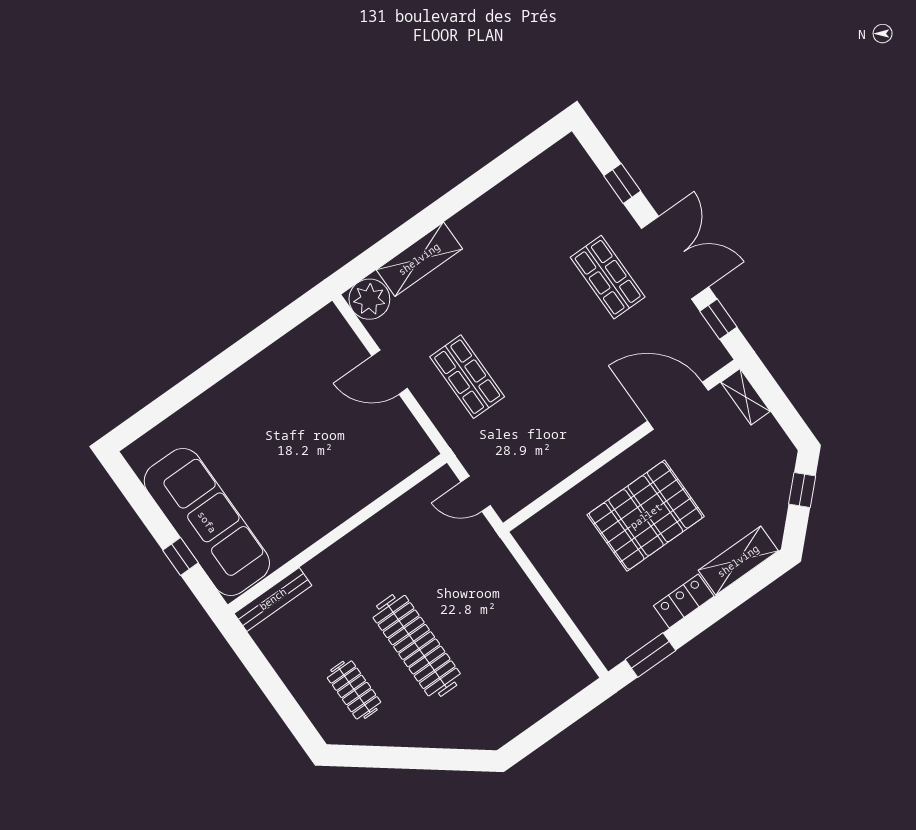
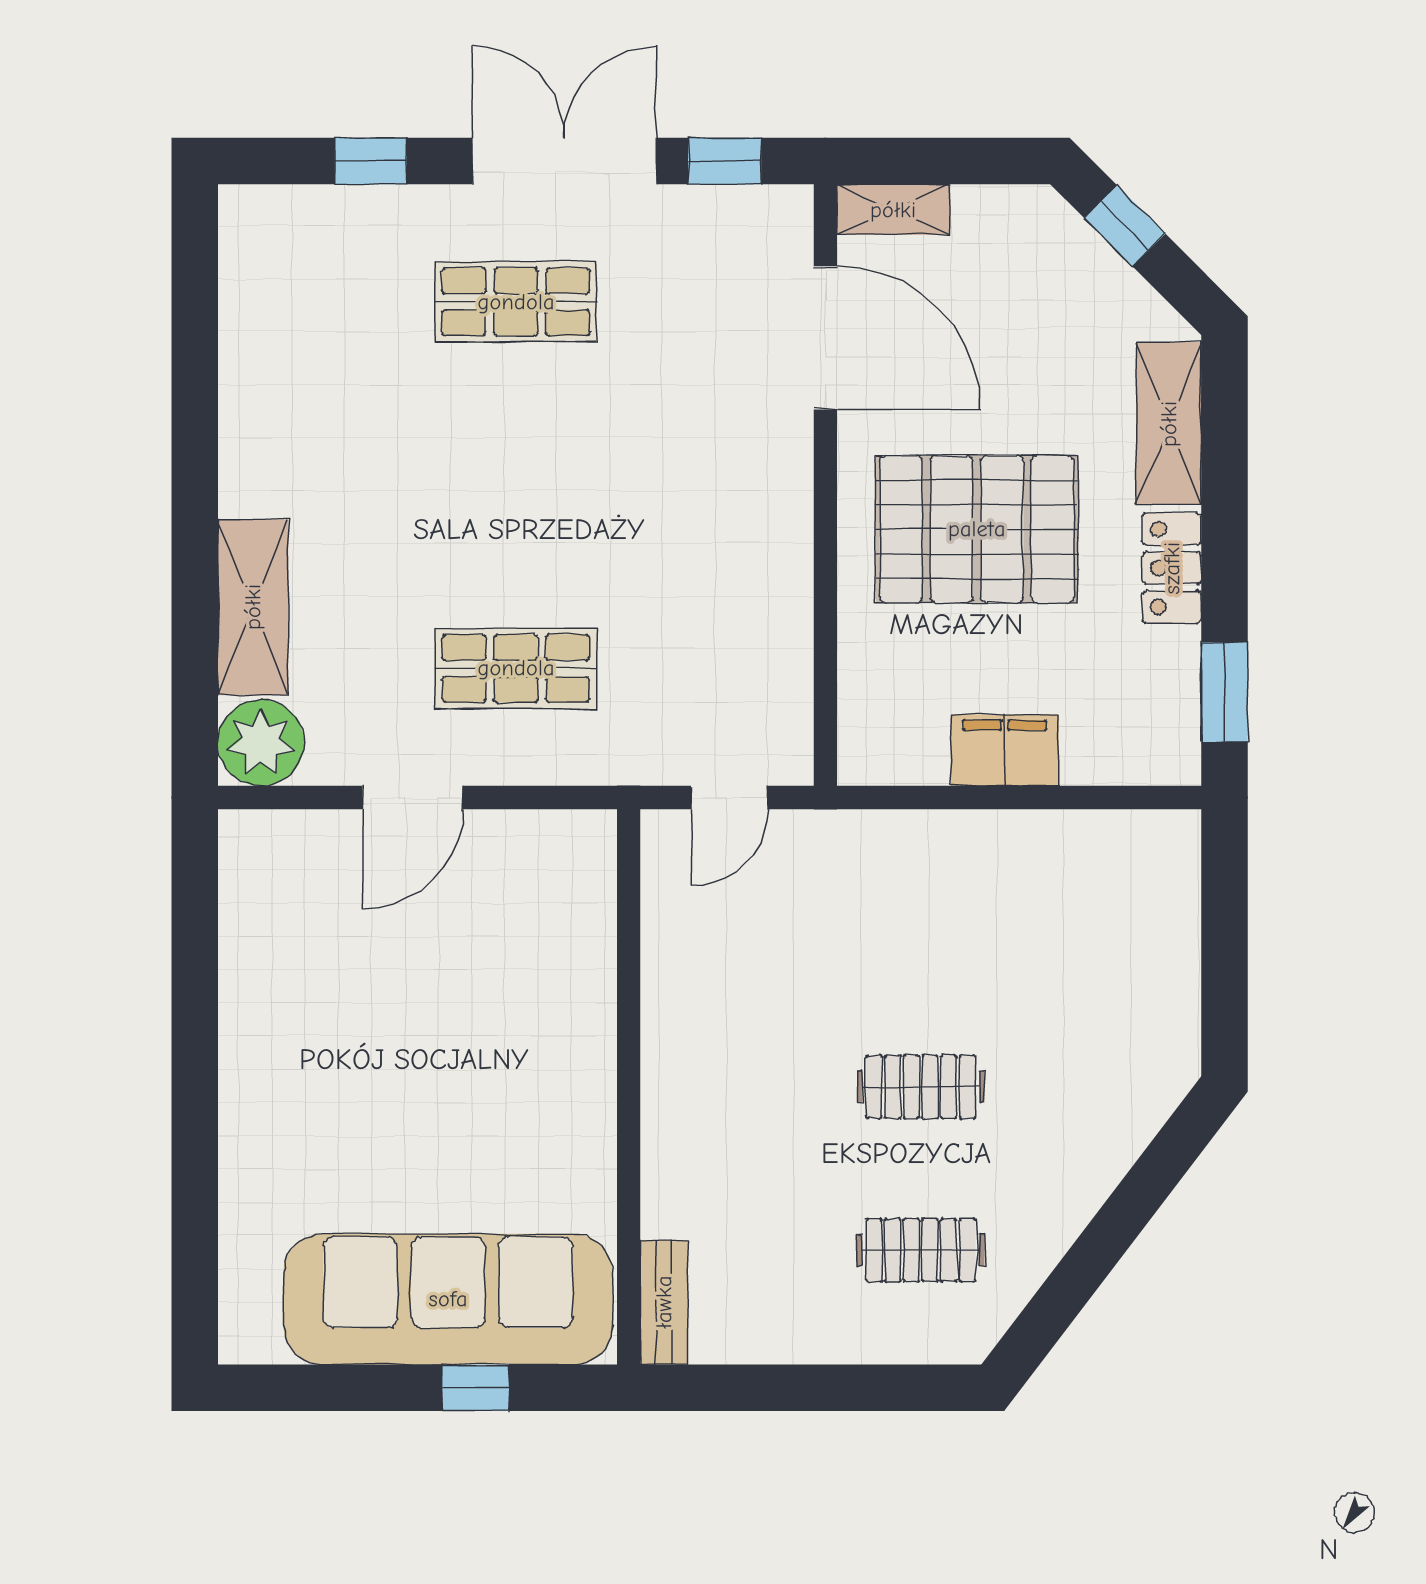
door: (678, 406) -> (825, 338), swing flipped
pallet: (646, 516) -> (977, 529), turned 90
filing cabinet: (569, 586) -> (1005, 750), added
bench: (273, 599) -> (664, 1302), width x0.73
clothes rail: (417, 646) -> (921, 1087), width x0.54, depth x0.76

